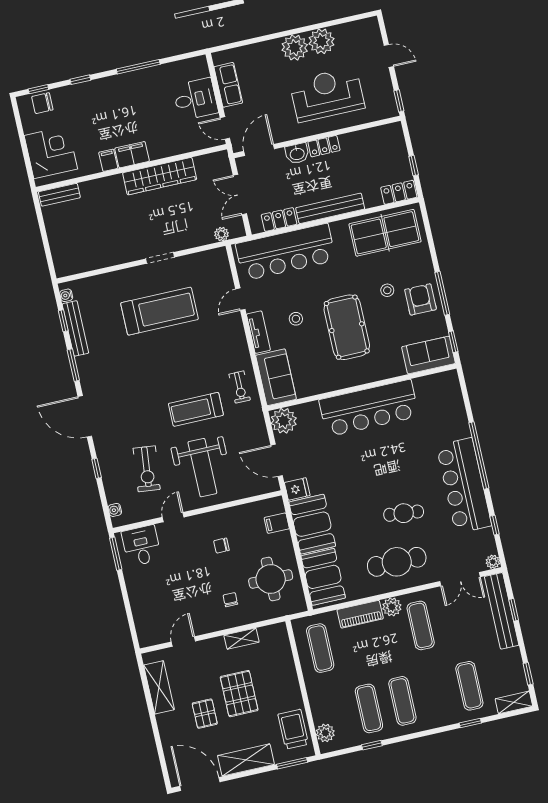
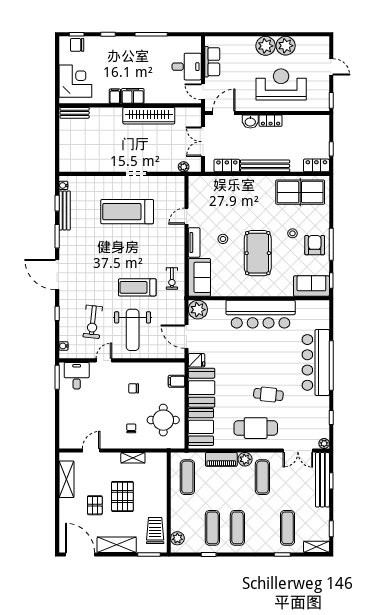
bar counter: (286, 252) -> (226, 190), removed
treadmill: (159, 311) -> (127, 212), turned 180
bar counter: (464, 486) -> (316, 362), moved

